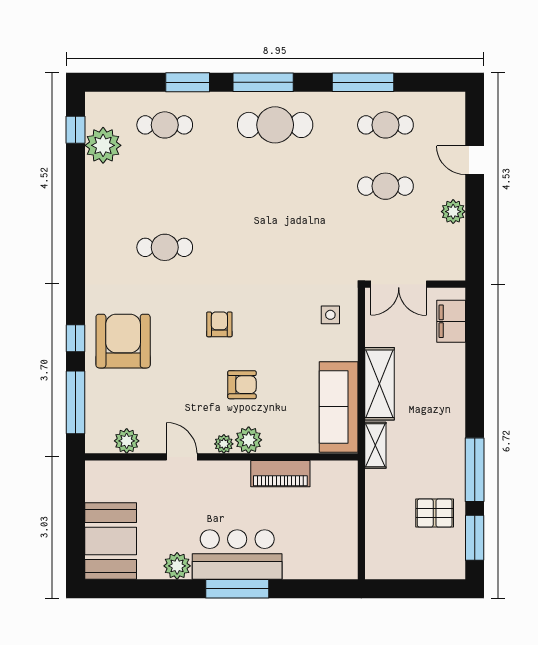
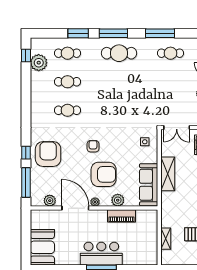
cafe table: (385, 186) -> (67, 82), moved
armchair: (242, 385) -> (104, 174), width x1.88, depth x1.88
plant: (249, 440) -> (118, 200), moved
shelving: (375, 445) -> (166, 239), moved
door: (182, 457) -> (75, 208), width x1.87
plant: (177, 566) -> (73, 259), removed

